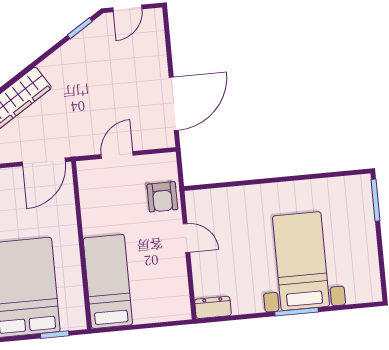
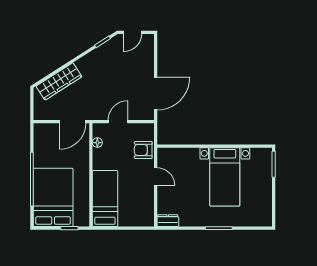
floor lamp: (87, 192) -> (97, 143), added
armchair: (162, 197) -> (143, 150), turned 90
bed with nightstands: (301, 261) -> (225, 177), moved, turned 180

